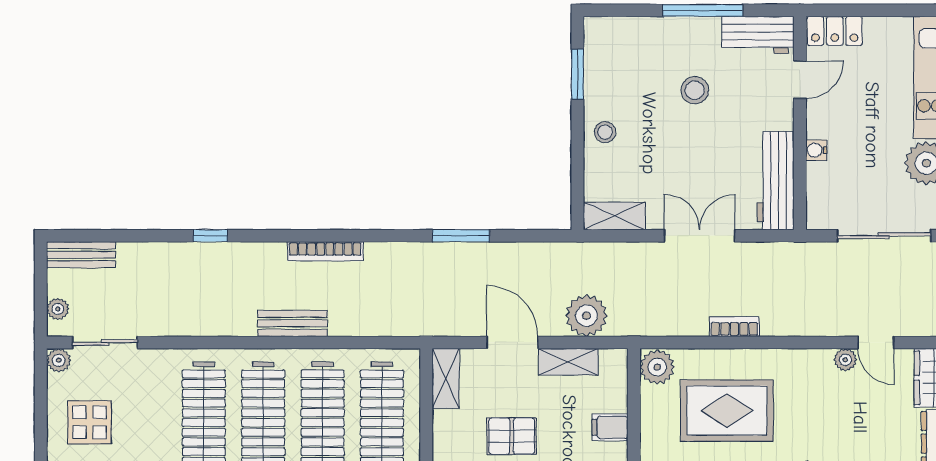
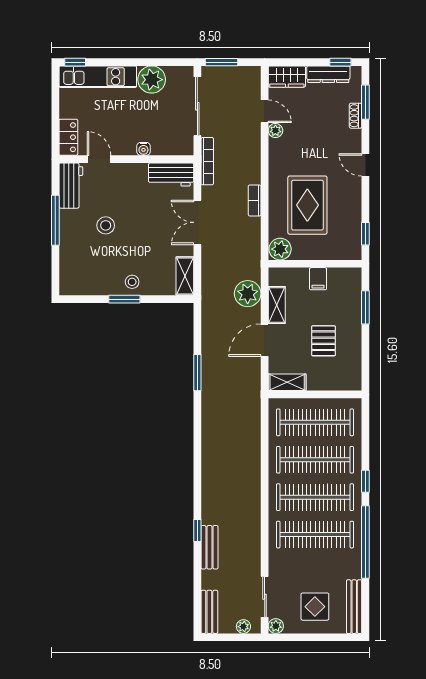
window: (577, 74) -> (124, 299), moved
workbench: (775, 181) -> (171, 175), width x0.73
bookcase: (325, 251) -> (207, 161), moved
bench: (293, 323) -> (209, 547), moved
door: (876, 342) -> (265, 111), hinge flipped

